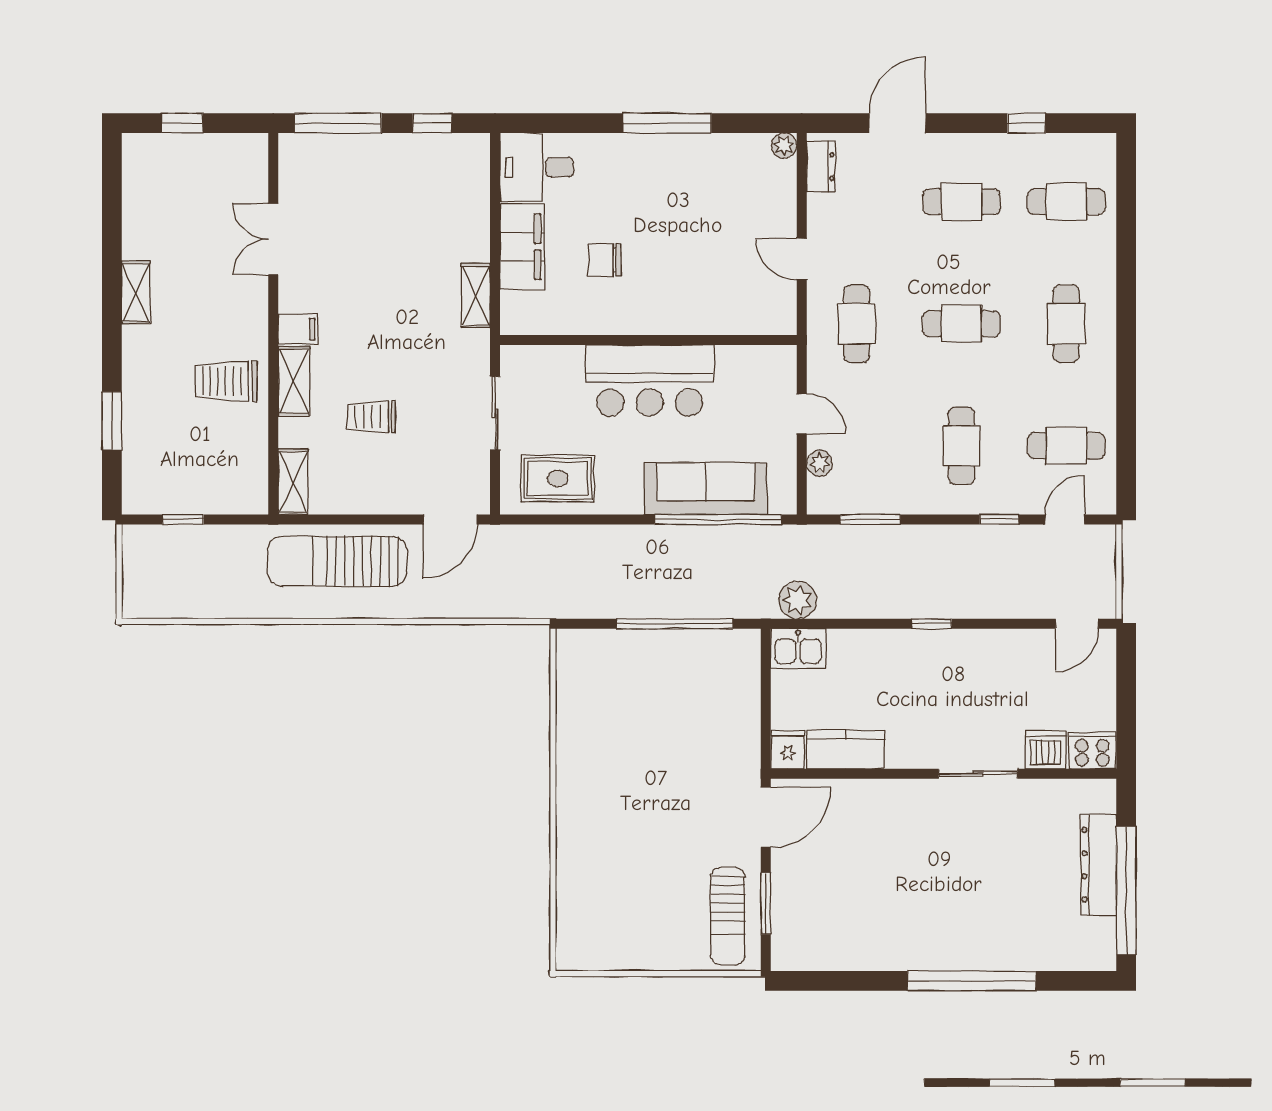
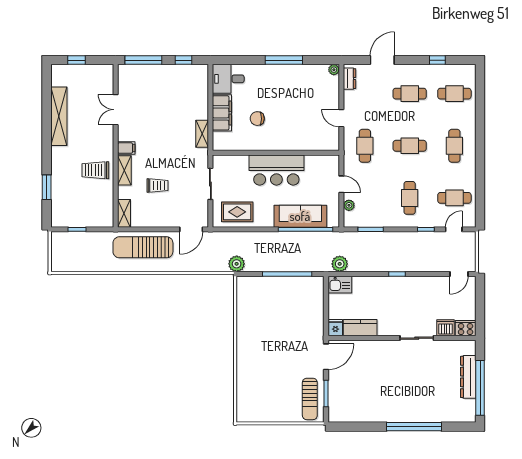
shelving: (136, 292) -> (59, 116), width x2.20, depth x1.33
trolley: (371, 417) -> (157, 185), turned 180
plant: (556, 600) -> (237, 264), added

